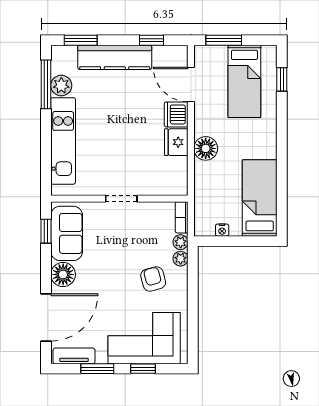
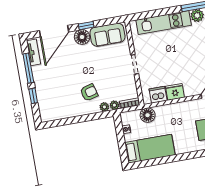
dishwasher: (176, 114) -> (158, 95), moved
floor lamp: (206, 148) -> (148, 115), moved
window: (46, 231) -> (86, 26), moved
door: (46, 317) -> (54, 31), hinge flipped
corner sofa: (144, 338) -> (52, 93), removed
window: (97, 369) -> (28, 68), width x1.44

